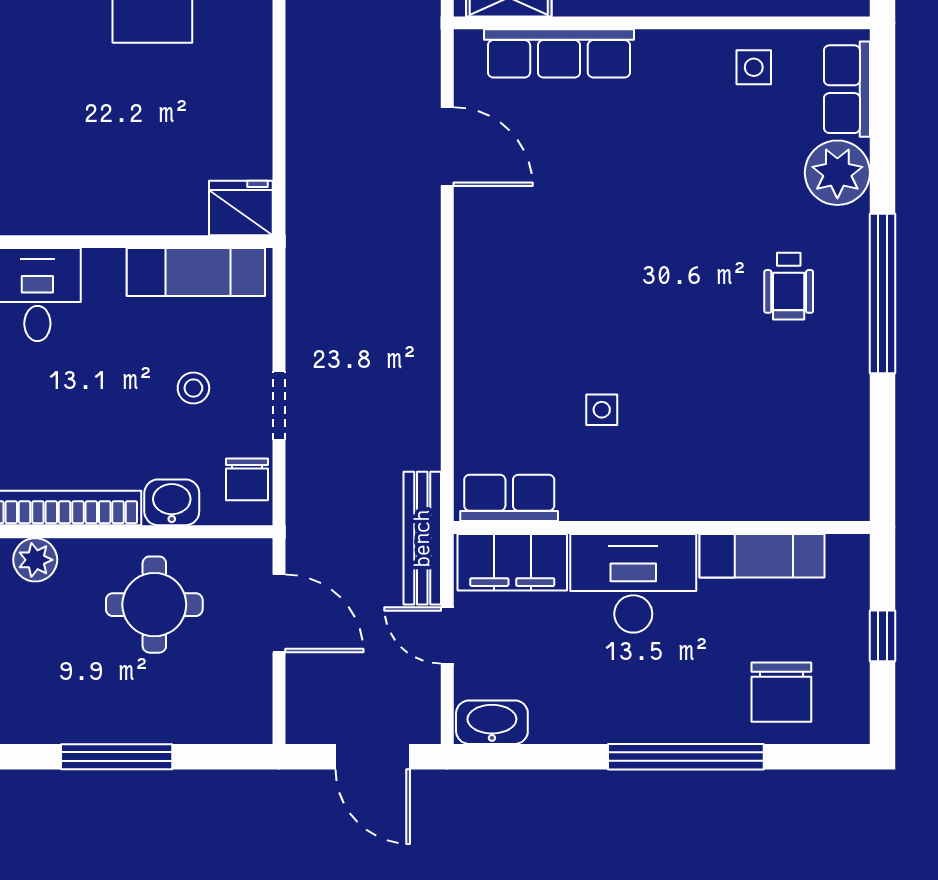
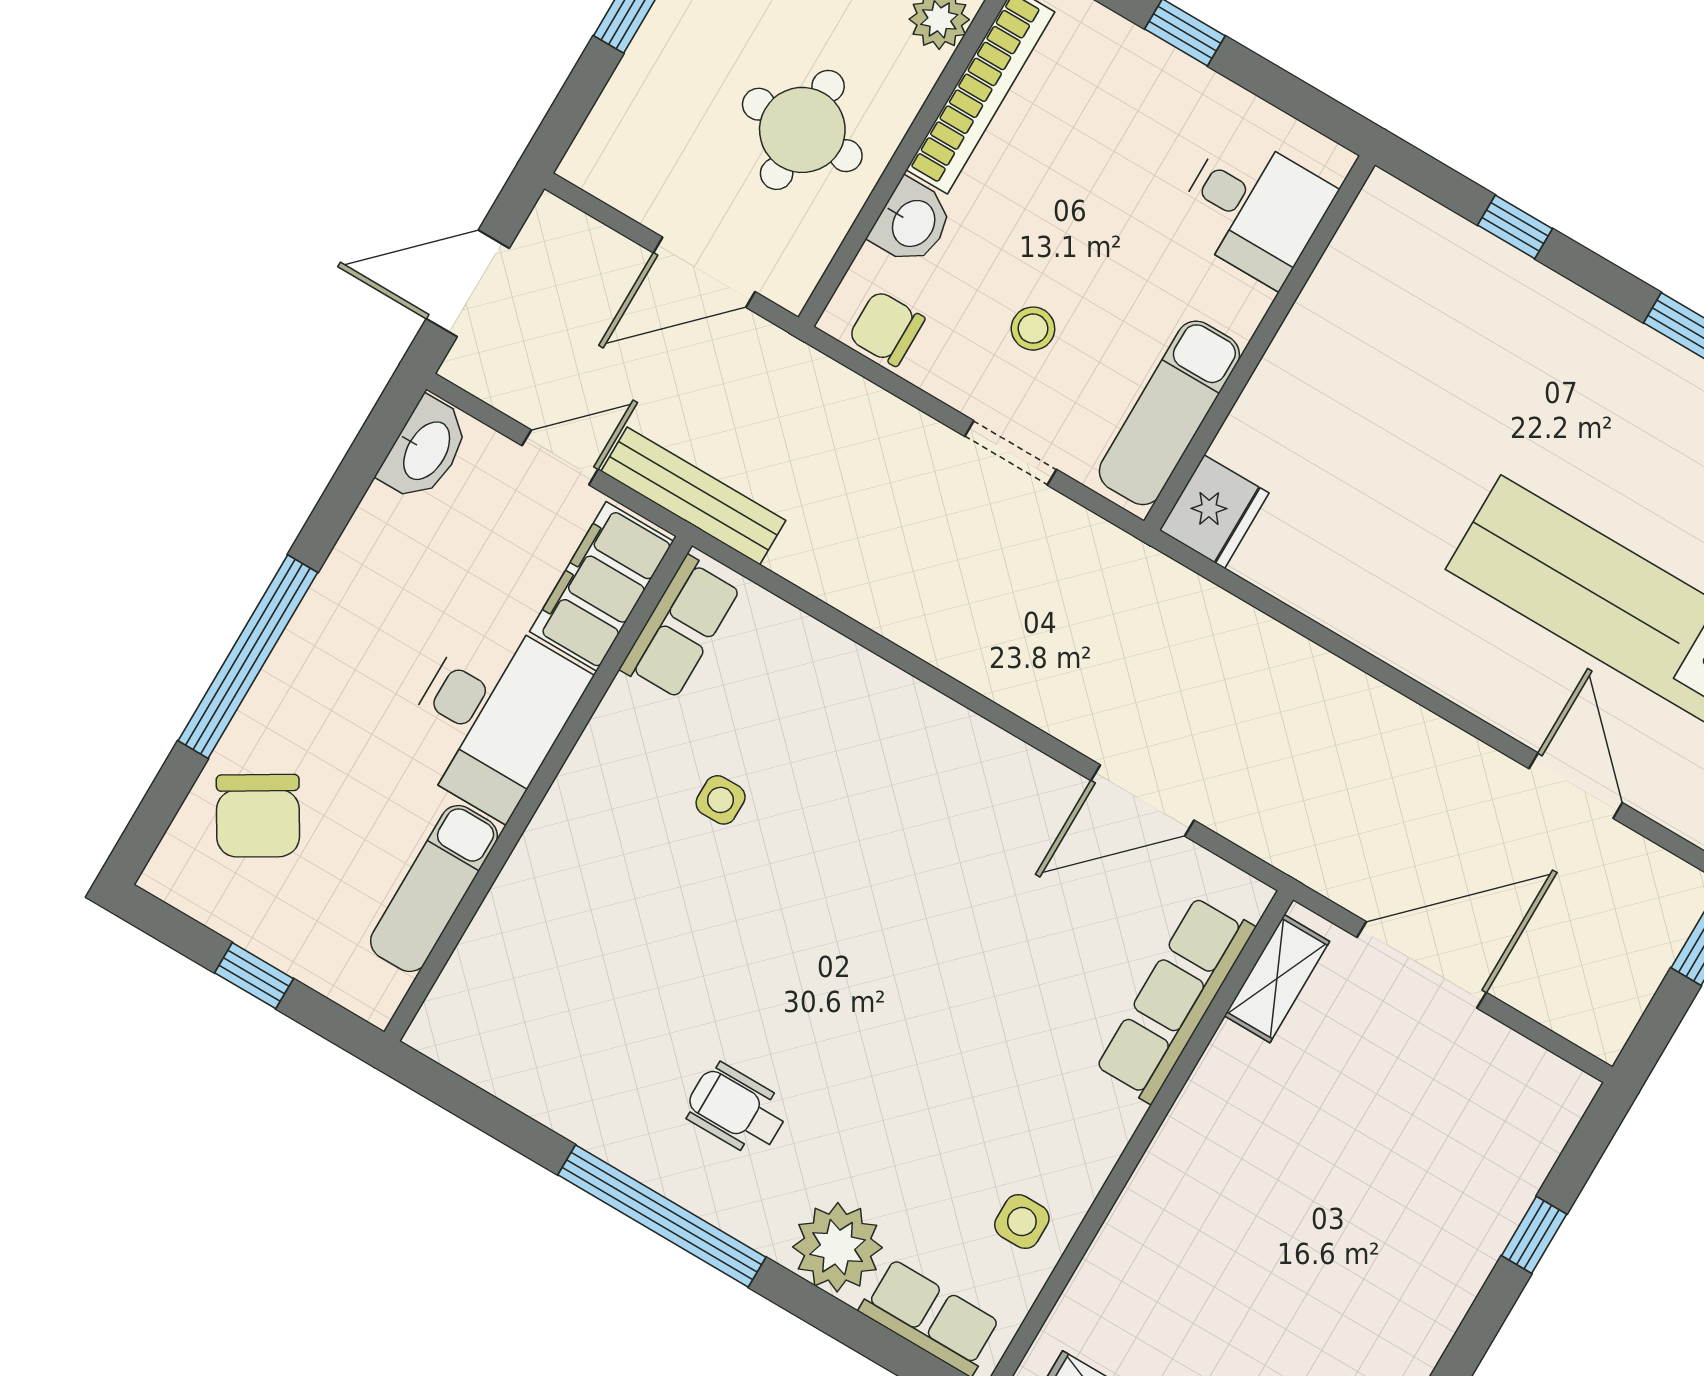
doorway: (279, 405) -> (1011, 453), moved
chair: (781, 692) -> (258, 816), turned -121

